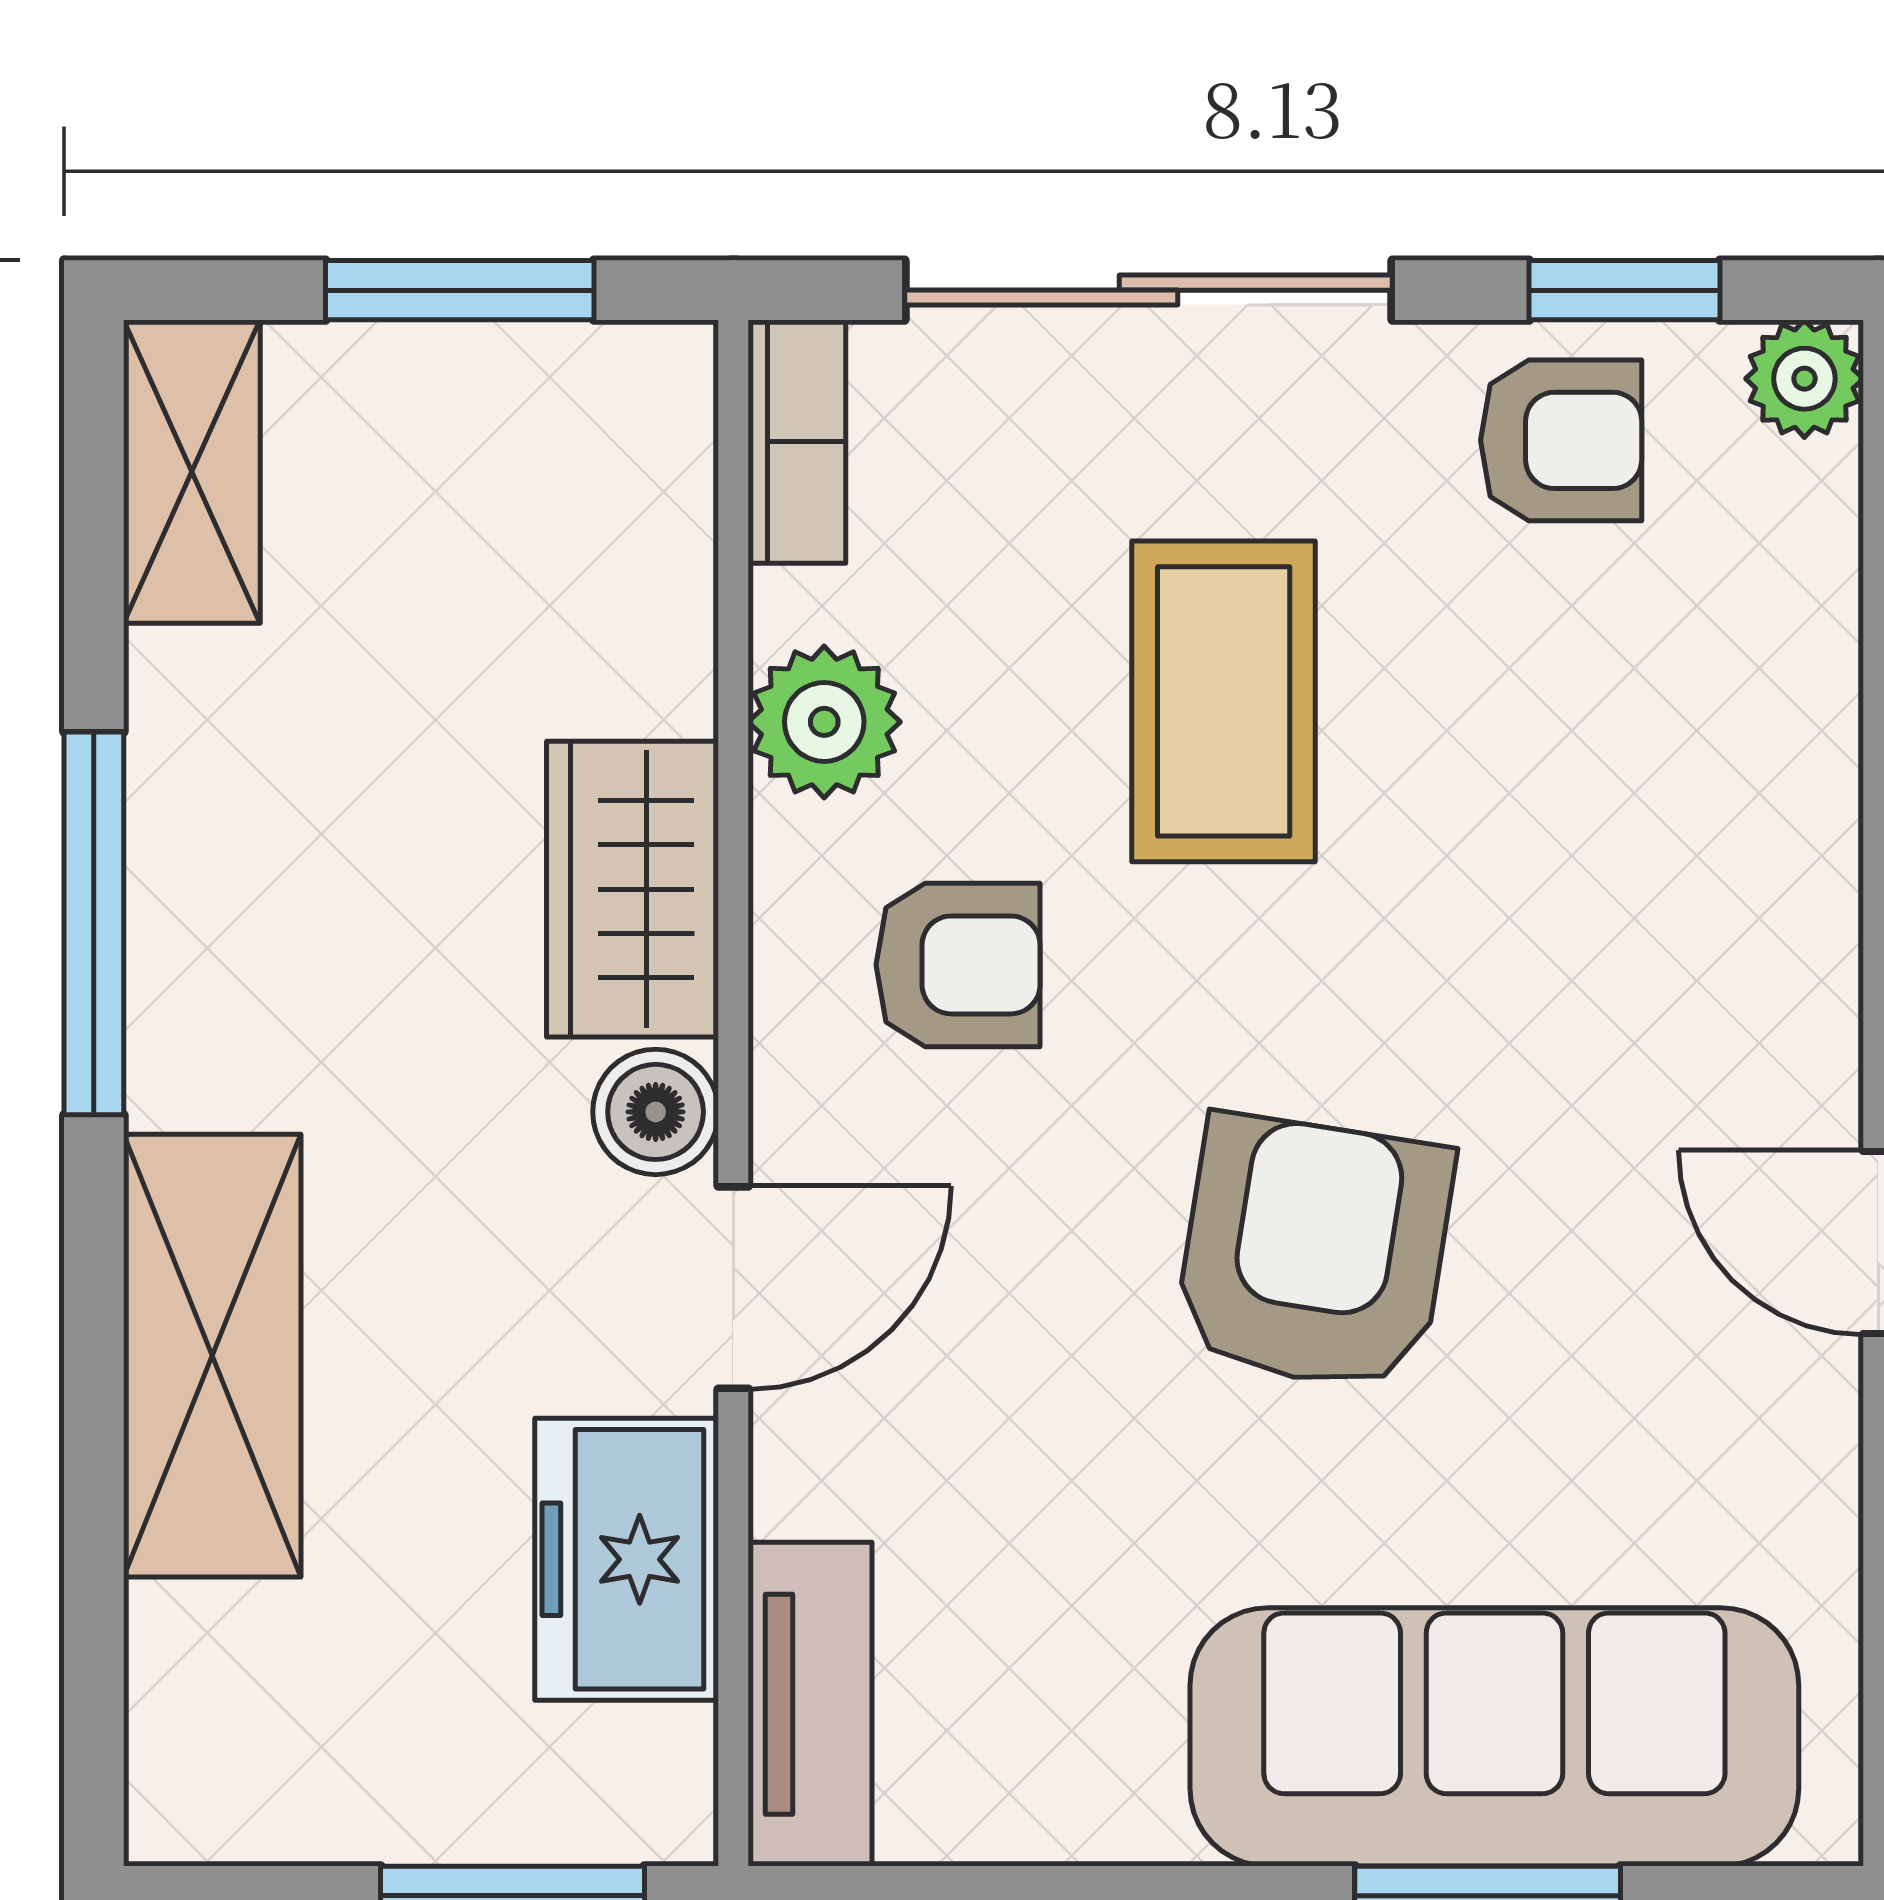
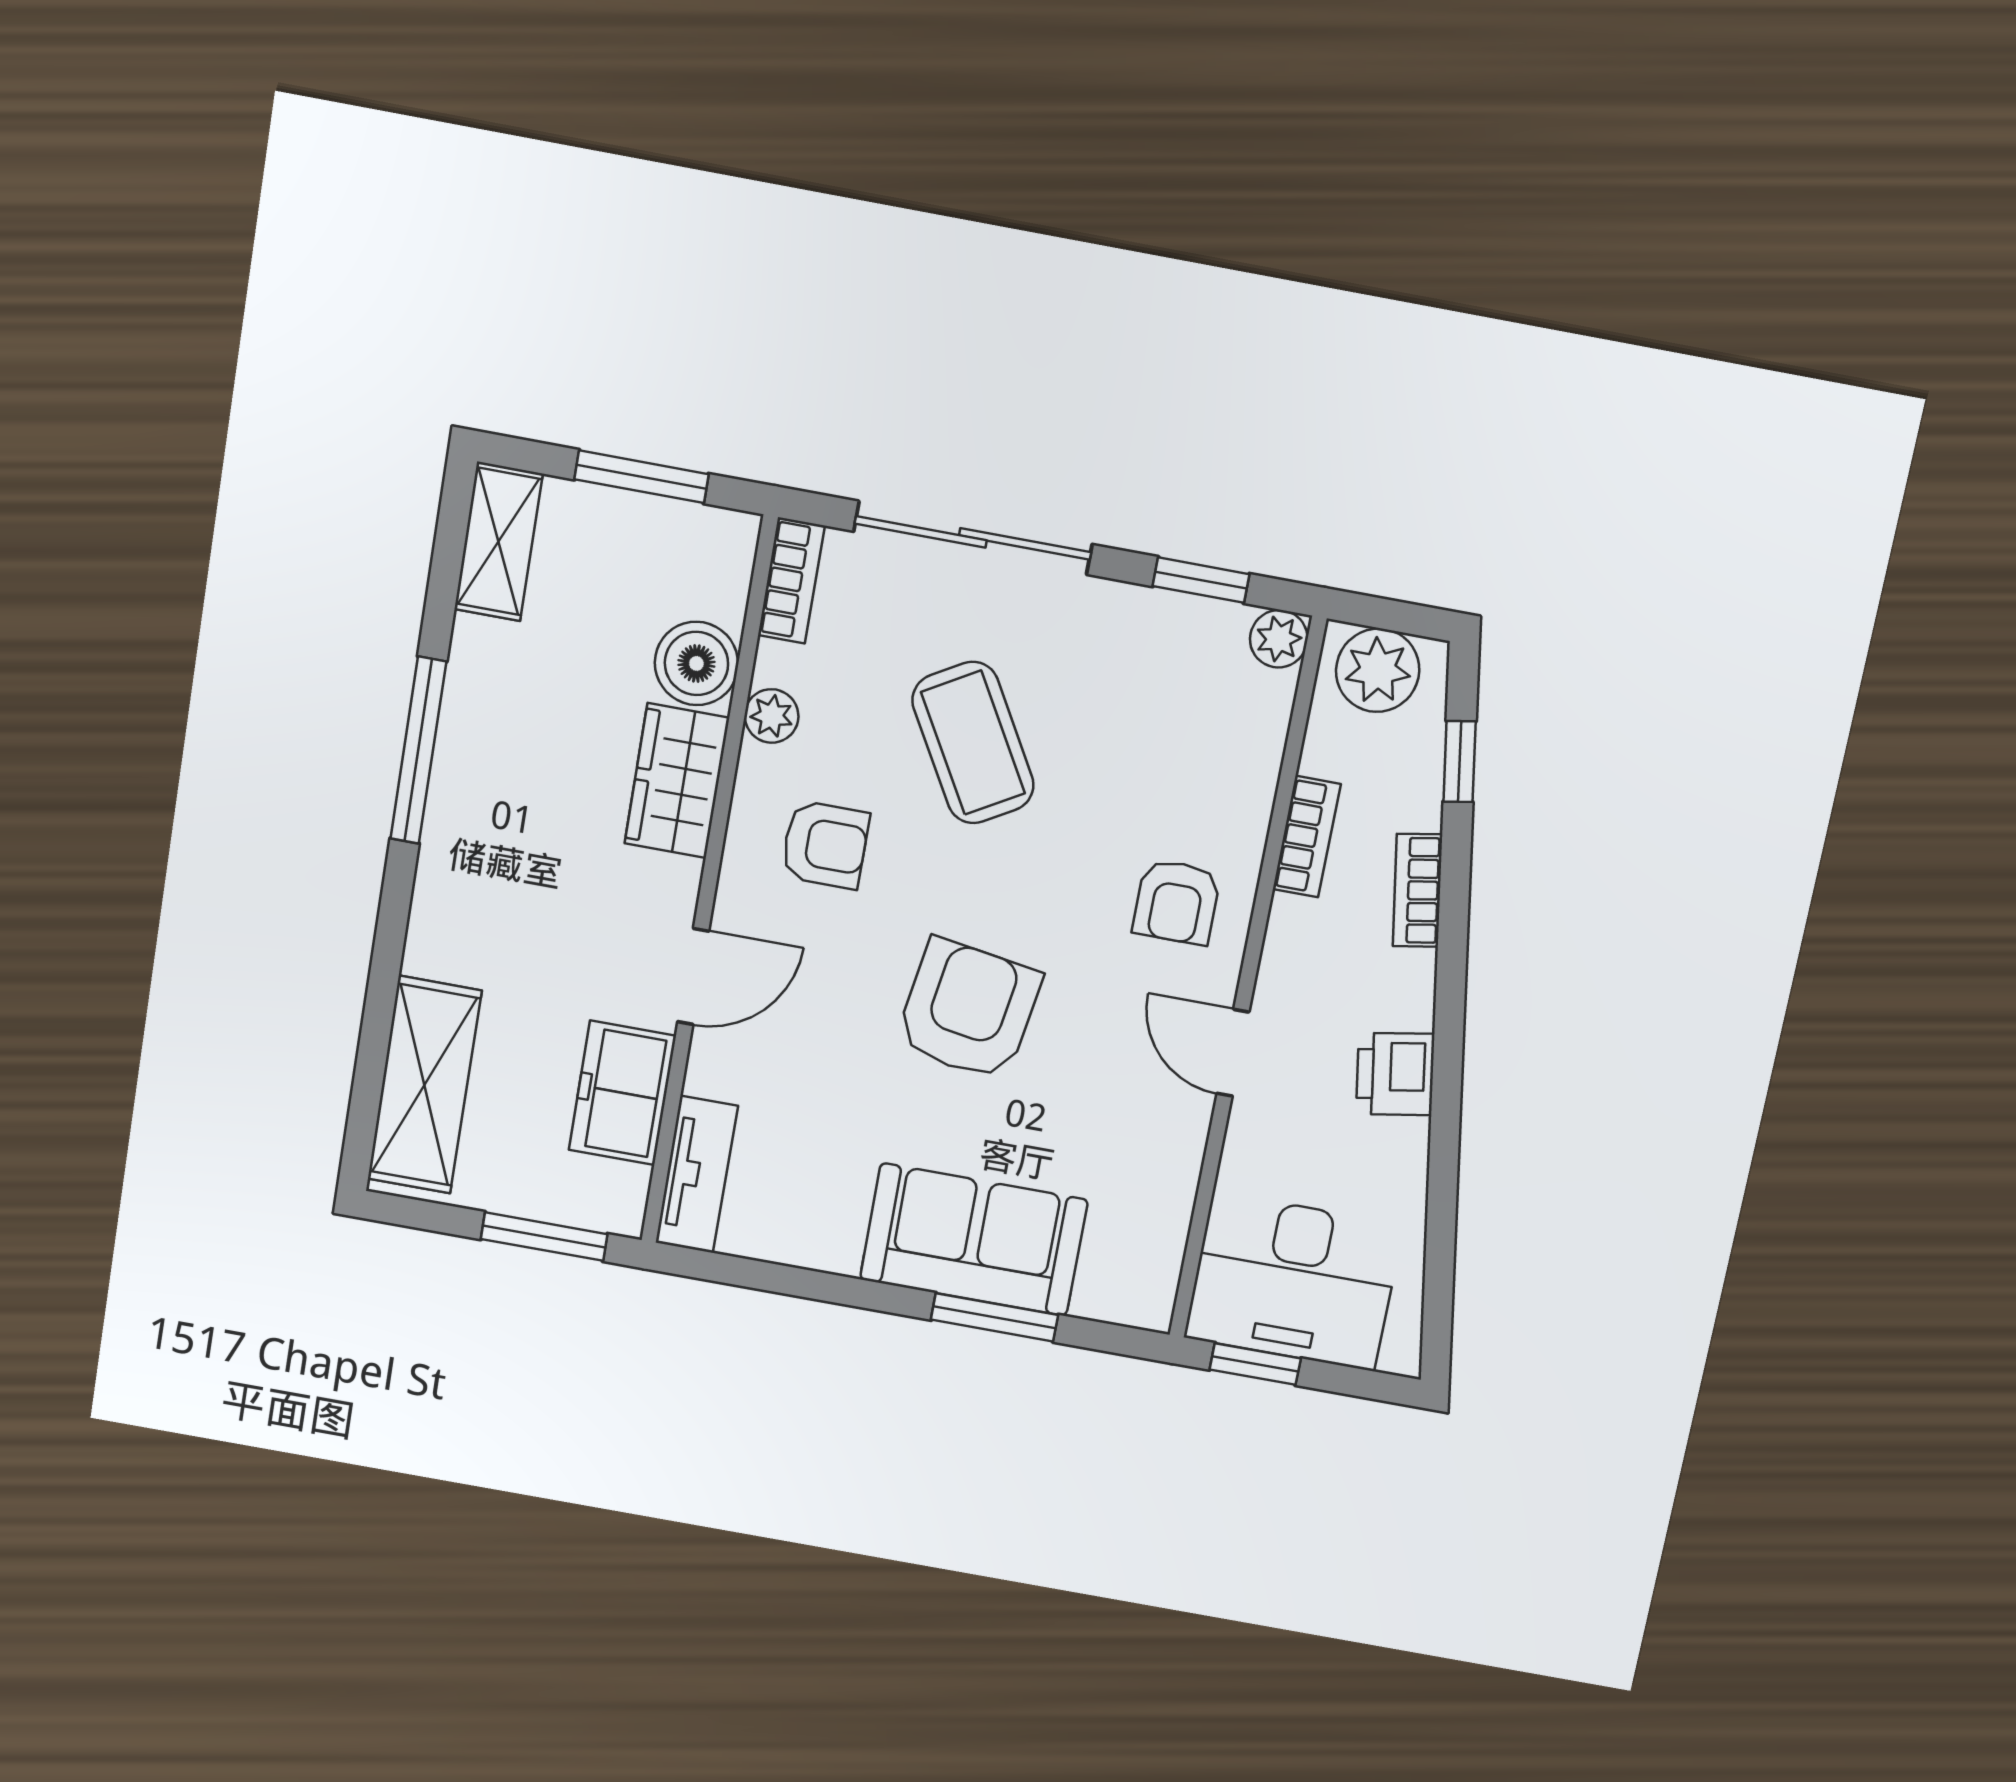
armchair: (1561, 440) -> (1177, 902), moved, turned 90
coffee table: (1224, 701) -> (973, 743), turned -30
plant: (824, 722) -> (772, 716), width x0.73, depth x0.73
boiler: (656, 1112) -> (696, 663), moved, width x1.36, depth x1.36
shelving: (212, 1356) -> (424, 1085), moved
sofa: (1494, 1737) -> (974, 1240), width x0.73

